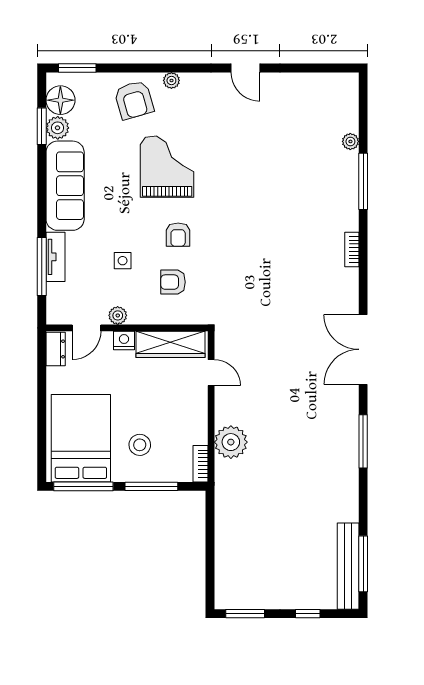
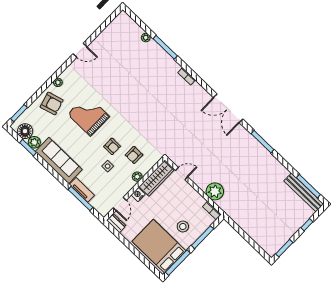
armchair: (178, 235) -> (112, 146), moved
plant: (118, 315) -> (137, 177), moved

